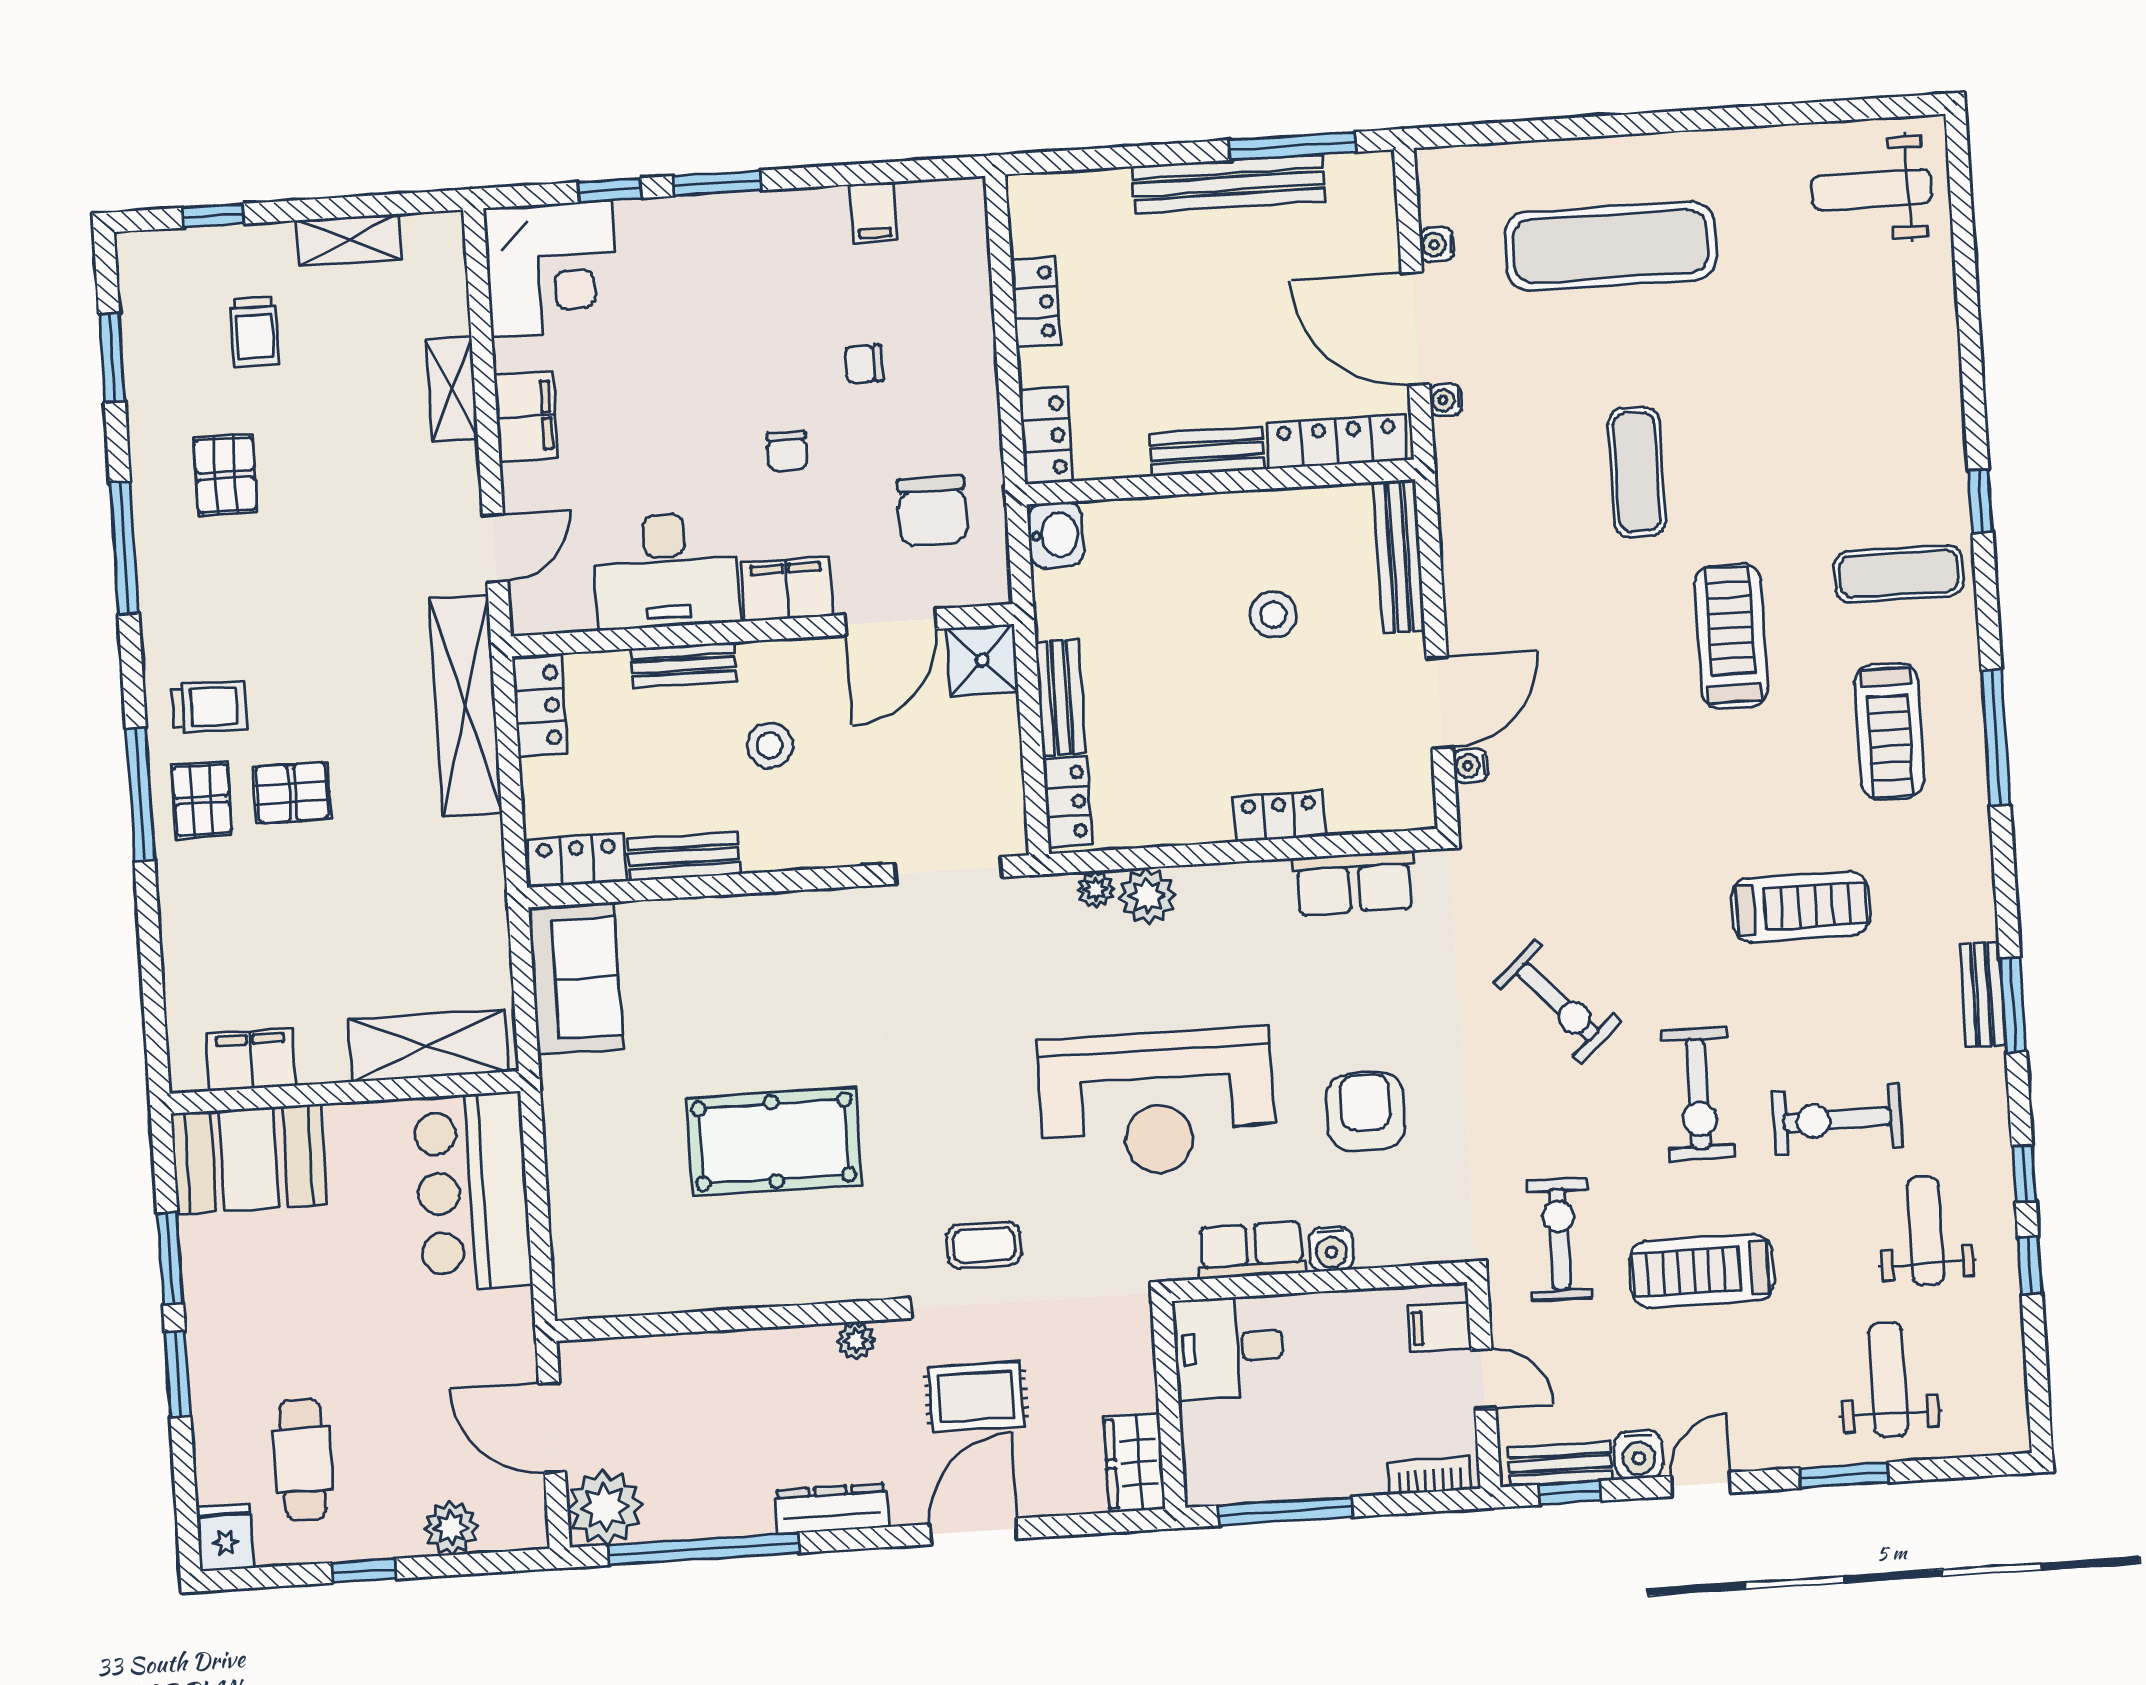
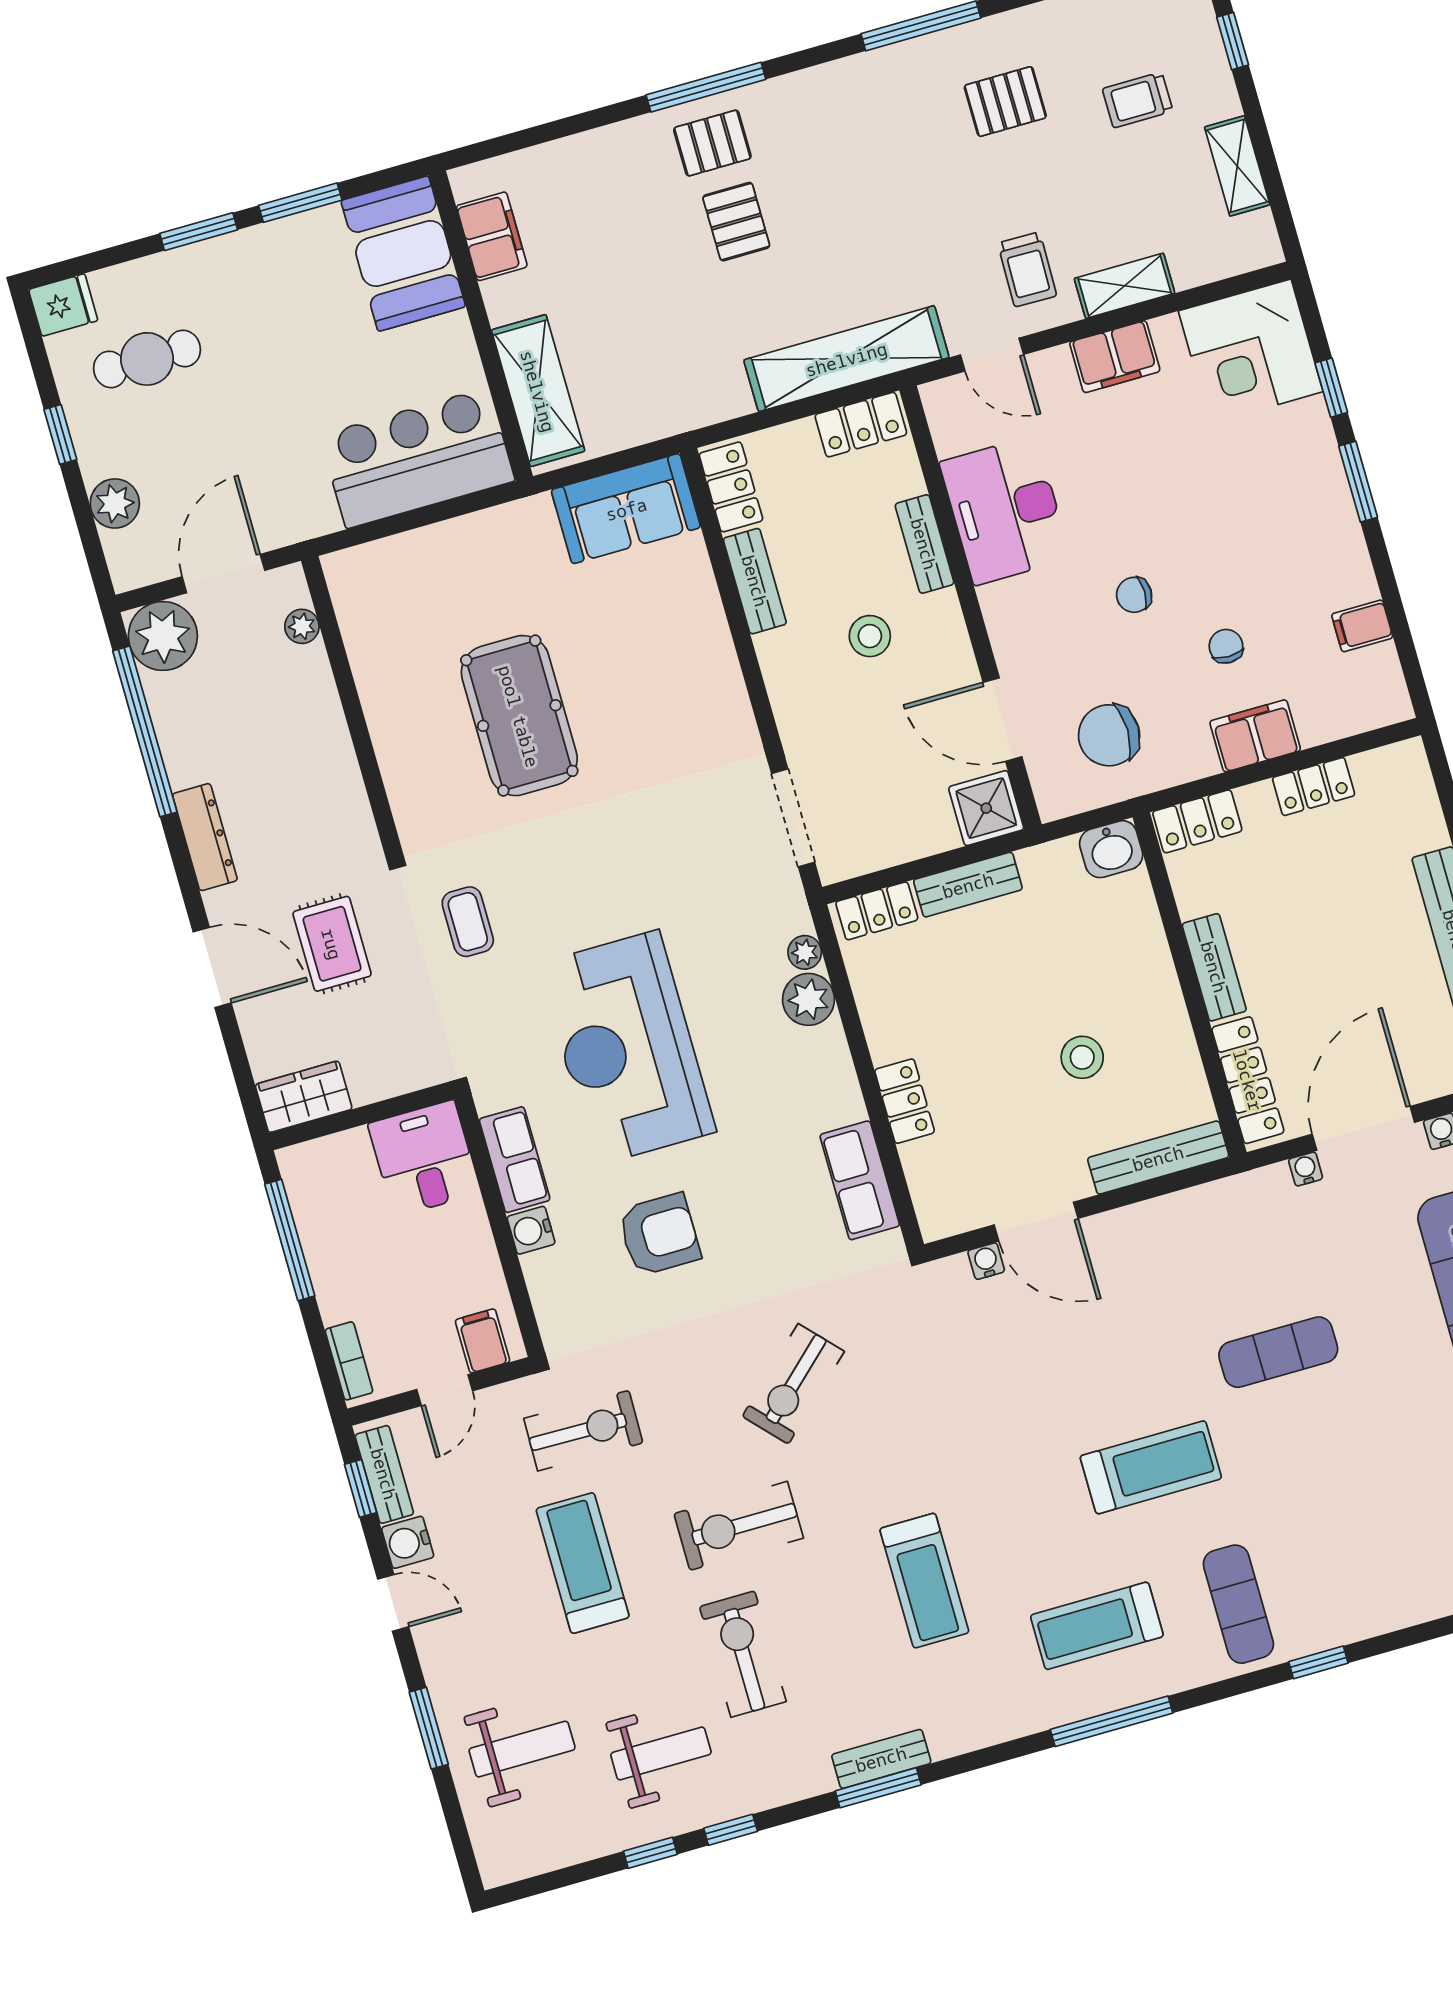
filing cabinet: (787, 589) -> (1255, 736), moved, turned -90
trolley: (209, 707) -> (1027, 269), moved
plant: (856, 1340) -> (302, 626), moved

